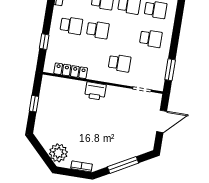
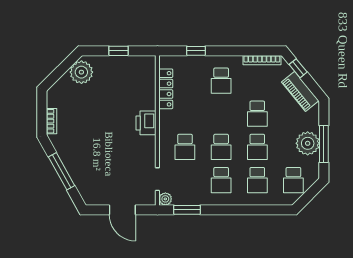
school desk: (98, 30) -> (221, 147), moved
plant: (159, 86) -> (165, 199), added
plant: (58, 153) -> (81, 72), moved

